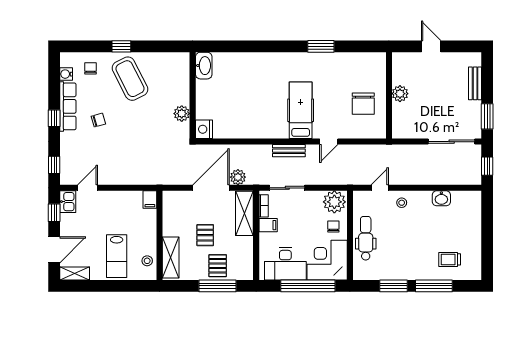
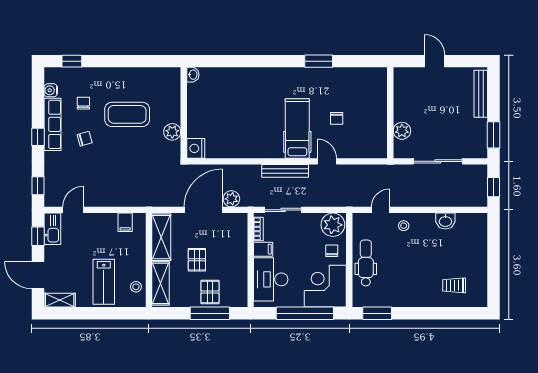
window: (121, 46) -> (72, 61), moved
washbasin: (204, 66) -> (193, 75), width x0.52, depth x0.69
chair: (90, 68) -> (83, 103), moved
coffee table: (130, 79) -> (127, 114), moved, turned -63
bench: (475, 83) -> (481, 94), width x1.36
plant: (400, 94) -> (402, 131), moved
chair: (363, 104) -> (337, 118), moved, width x0.54, depth x0.54
door: (329, 142) -> (327, 161), swing flipped
sliding door: (452, 142) -> (438, 161), moved
bench: (289, 151) -> (285, 171), width x1.36
filing cabinet: (150, 200) -> (125, 222), moved
kitchen sink: (68, 202) -> (52, 229), width x1.38
shelving: (244, 213) -> (161, 237), moved
door: (54, 250) -> (38, 275), swing flipped
desk: (285, 264) -> (271, 279), moved, turned 90
window: (393, 286) -> (377, 313), moved
window: (434, 286) -> (438, 313), removed

